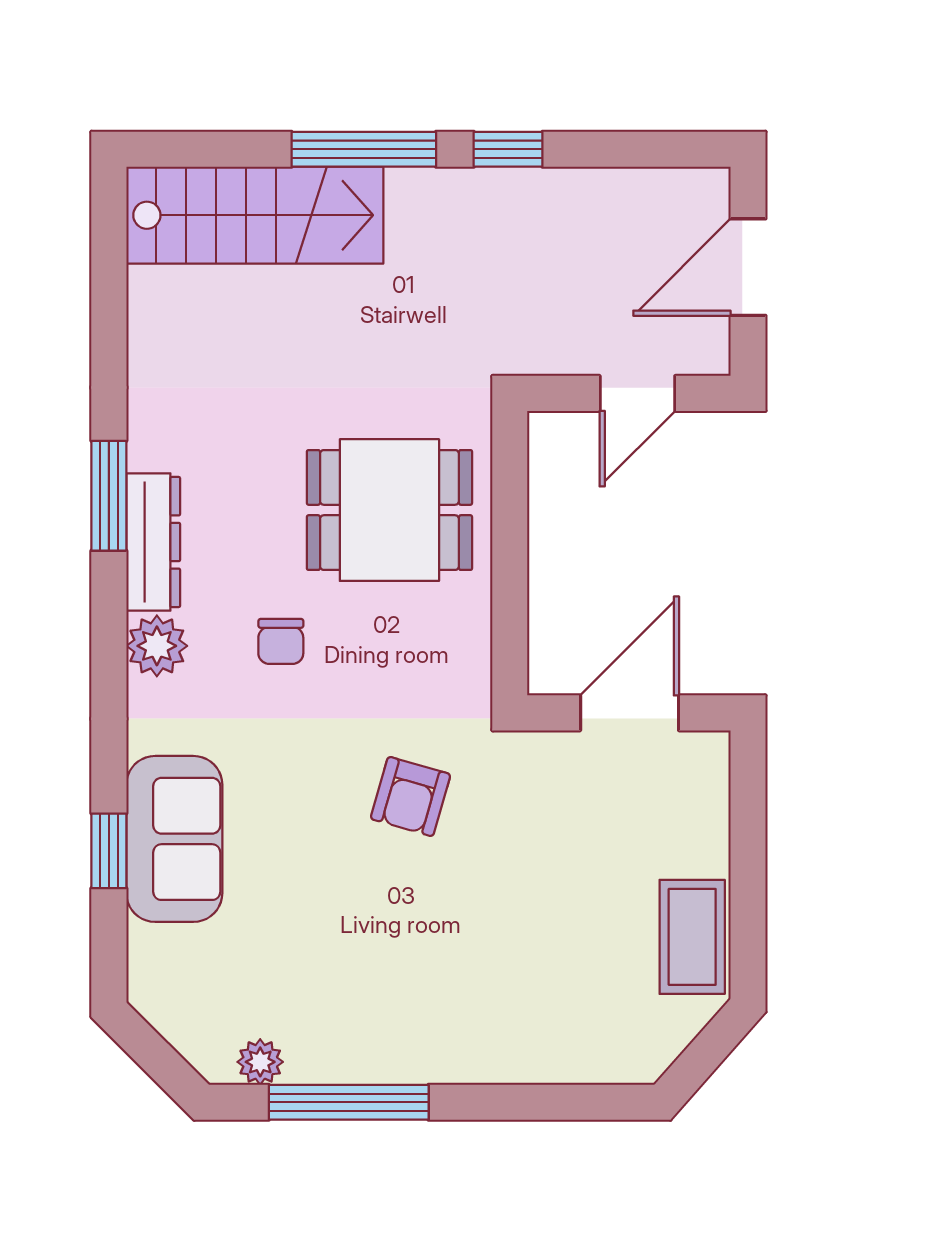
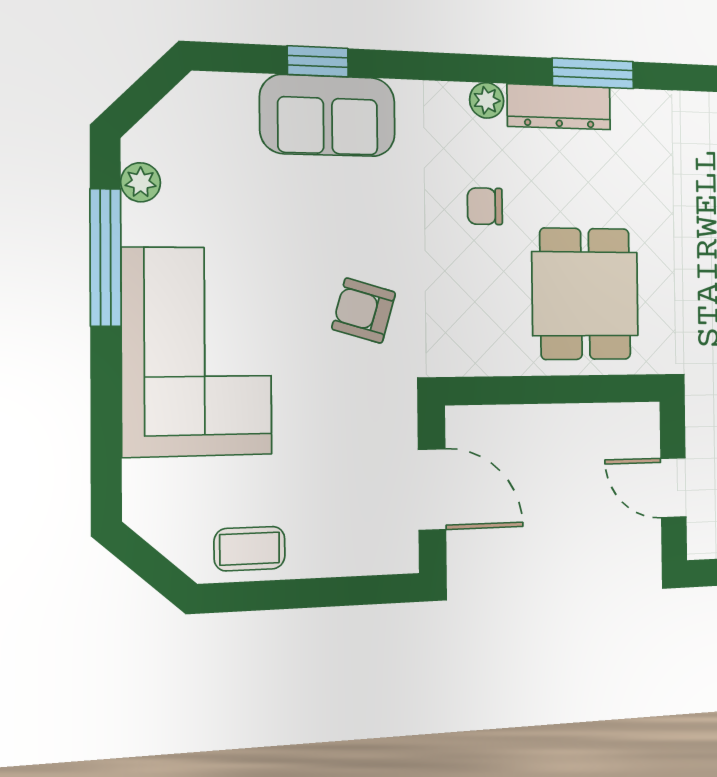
plant: (157, 646) -> (487, 100), width x0.73, depth x0.73
coffee table: (692, 937) -> (250, 549), width x0.73, depth x0.77
corner sofa: (459, 997) -> (197, 352), added

